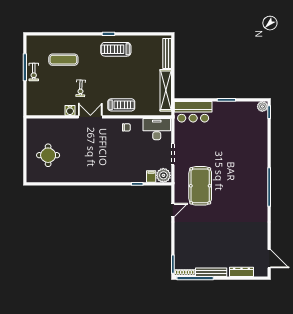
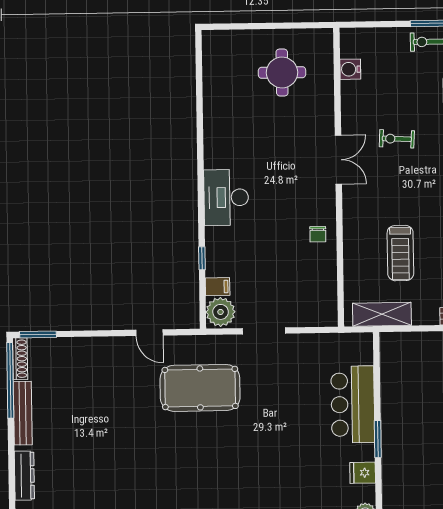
shelving: (166, 90) -> (382, 314), width x0.68
treadmill: (121, 105) -> (400, 253), moved
fridge: (243, 107) -> (363, 473), added
water cooler: (70, 110) -> (350, 69), moved
bar counter: (193, 112) -> (353, 404), moved
desk: (157, 129) -> (226, 197), moved, turned 180
round table: (48, 155) -> (282, 73), moved

